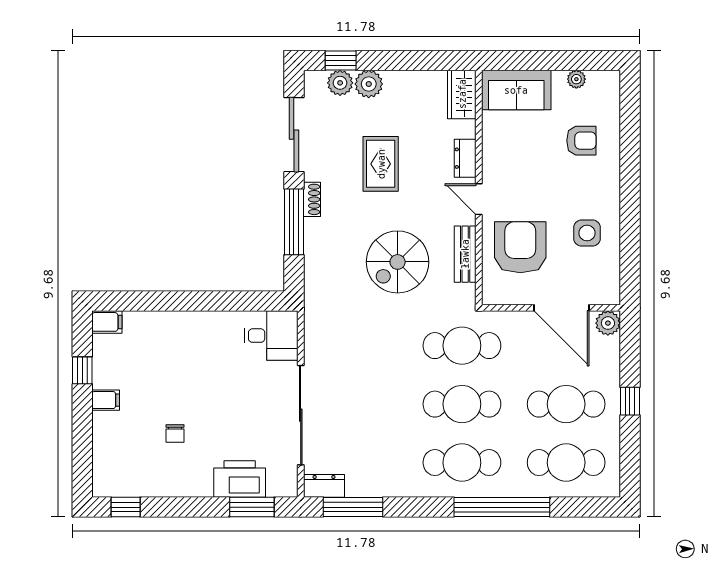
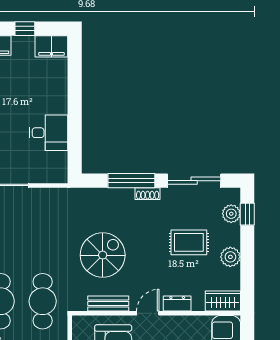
plant: (369, 84) -> (230, 257), moved
rug: (381, 164) -> (189, 242), moved
spiral stairs: (398, 262) -> (103, 255), turned 90
filing cabinet: (107, 322) -> (51, 46), width x2.00
desk: (271, 336) -> (48, 133), moved, turned -90

